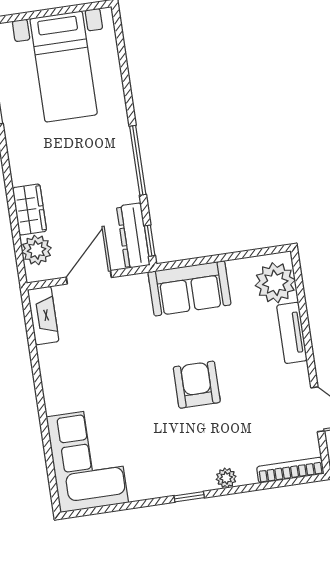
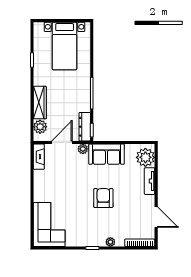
wardrobe: (30, 210) -> (40, 103), width x1.50
plant: (136, 285) -> (83, 149), added

